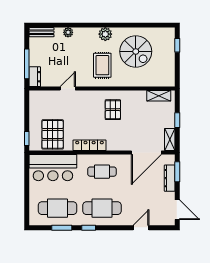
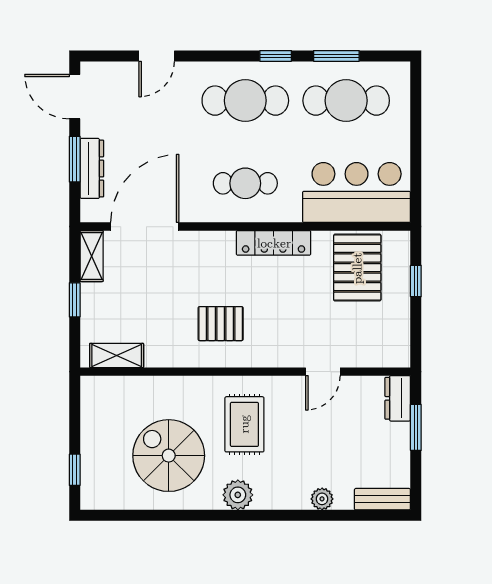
window: (27, 64) -> (416, 427), width x0.69
pallet: (113, 110) -> (221, 324), turned 90
window: (27, 138) -> (416, 281), moved
window: (177, 172) -> (75, 159), moved

